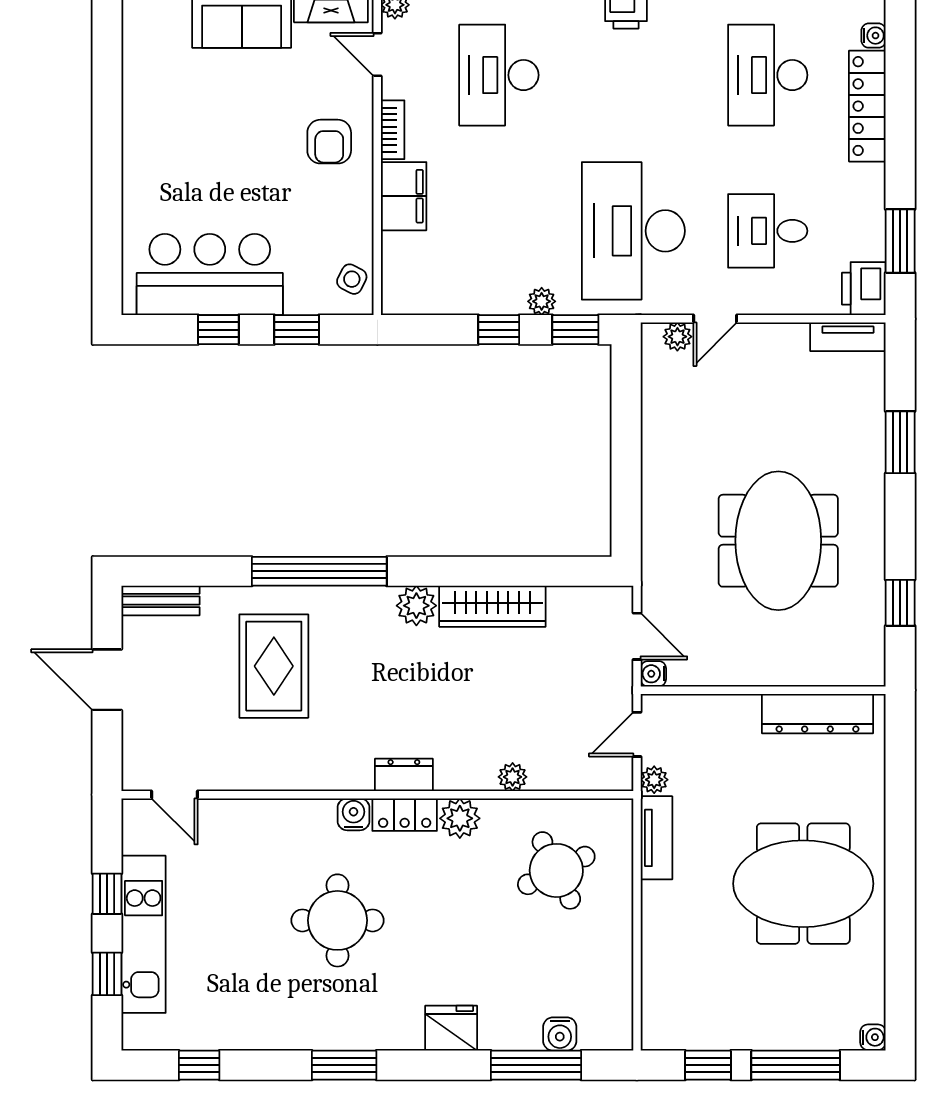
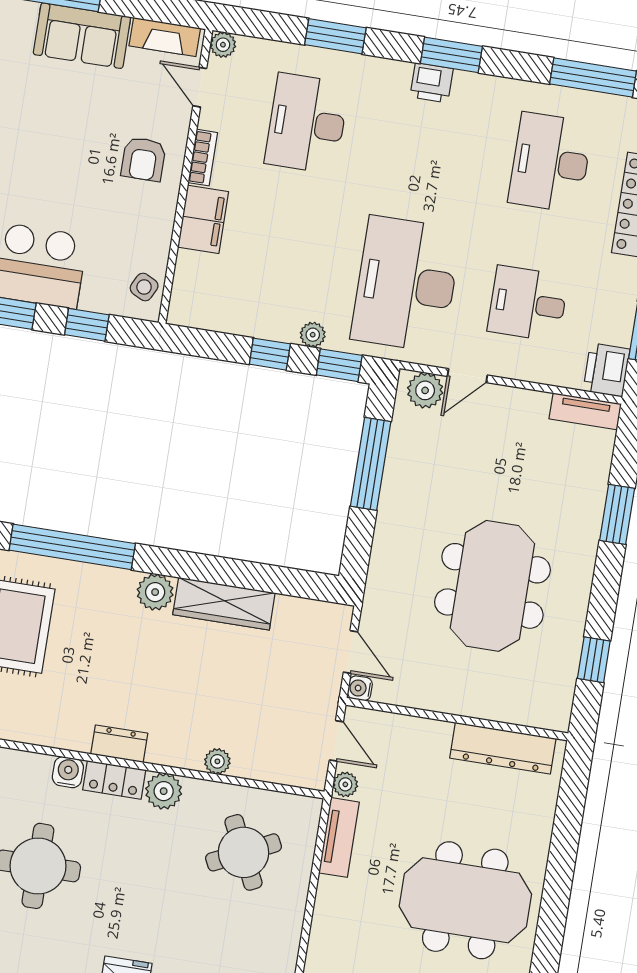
plant: (677, 337) -> (425, 390), width x1.38, depth x1.38
window: (626, 430) -> (371, 464), added
door: (637, 734) -> (336, 741), swing flipped

